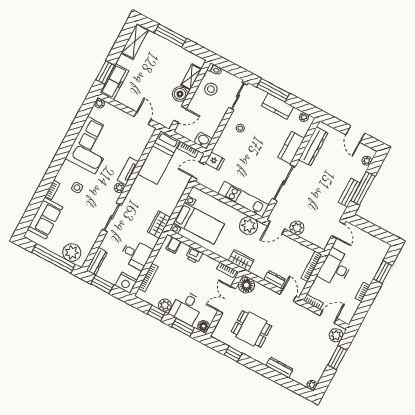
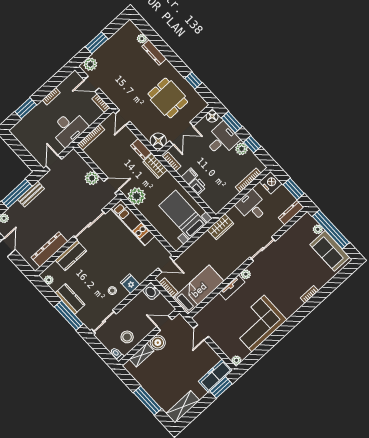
fridge: (215, 161) -> (130, 284), moved
side table: (77, 188) -> (285, 288), removed
sofa: (45, 218) -> (330, 251), moved, turned -90
filing cabinet: (174, 245) -> (189, 176), moved
plant: (72, 253) -> (318, 229), width x0.53, depth x0.53
dresser: (275, 279) -> (141, 149), moved
plant: (312, 385) -> (142, 39), moved

